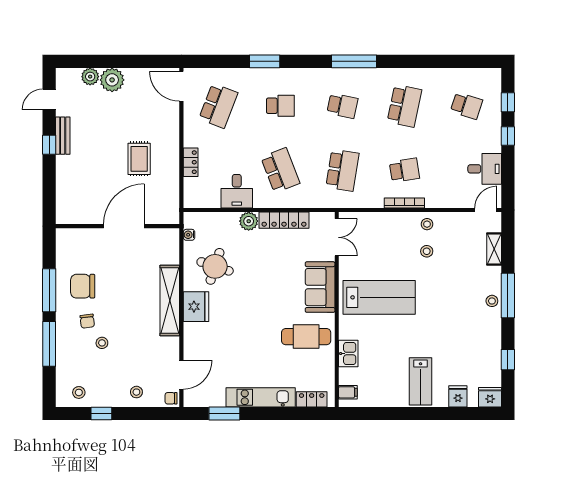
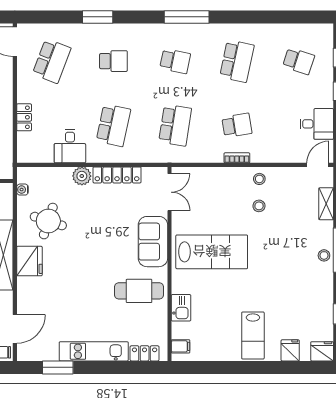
school desk: (280, 170) -> (113, 125), turned 33
bookcase: (404, 203) -> (237, 158), width x0.64

